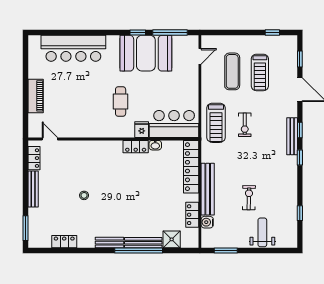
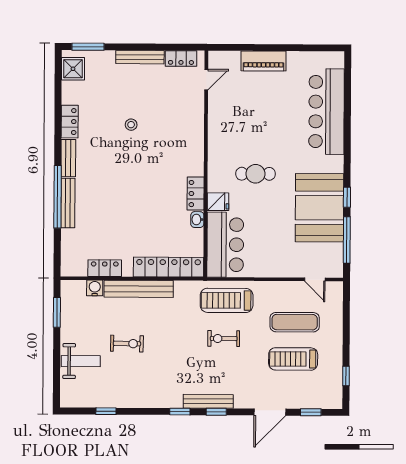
shower: (172, 239) -> (73, 69), moved
locker: (64, 242) -> (70, 122), moved

